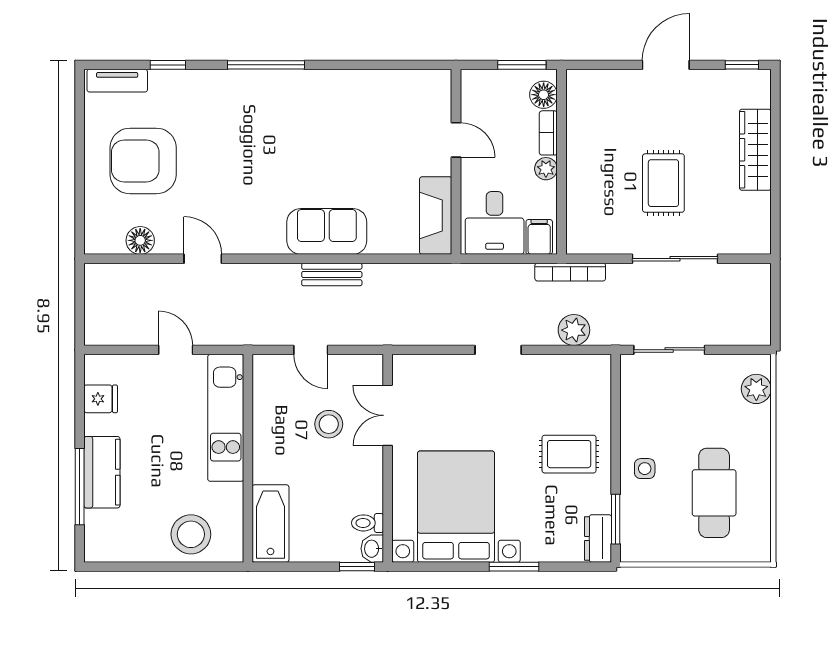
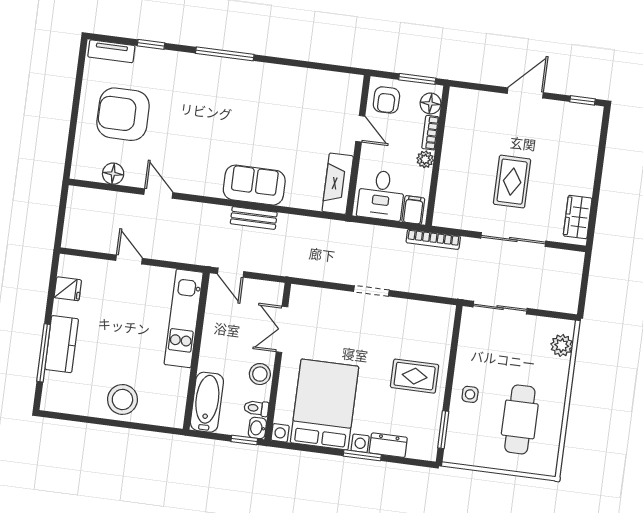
armchair: (485, 98) -> (386, 100), added
wardrobe: (755, 150) -> (578, 217), moved, width x0.67
plant: (574, 330) -> (430, 283), removed
kitchen unit: (226, 418) -> (184, 318), moved
stool: (329, 424) -> (260, 374), moved
wall: (248, 458) -> (196, 351), moved
bathtub: (270, 524) -> (207, 402), moved
dresser: (598, 538) -> (388, 445), moved, turned 90

